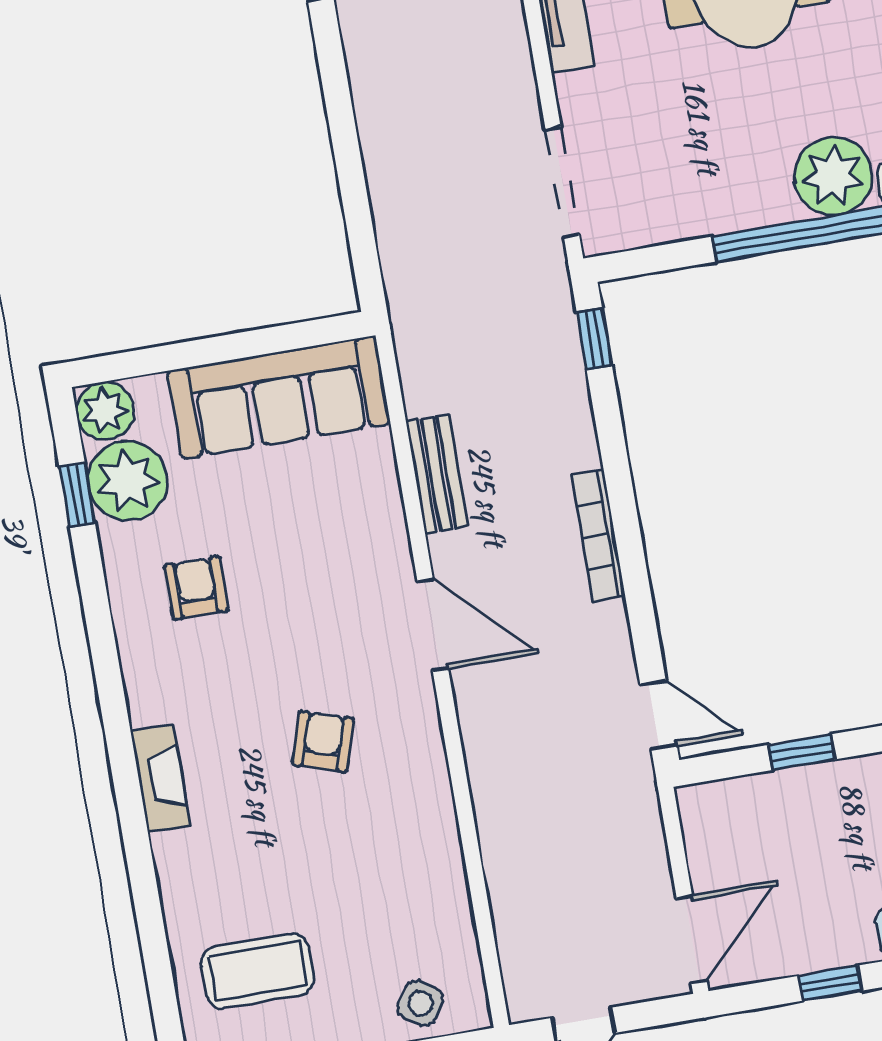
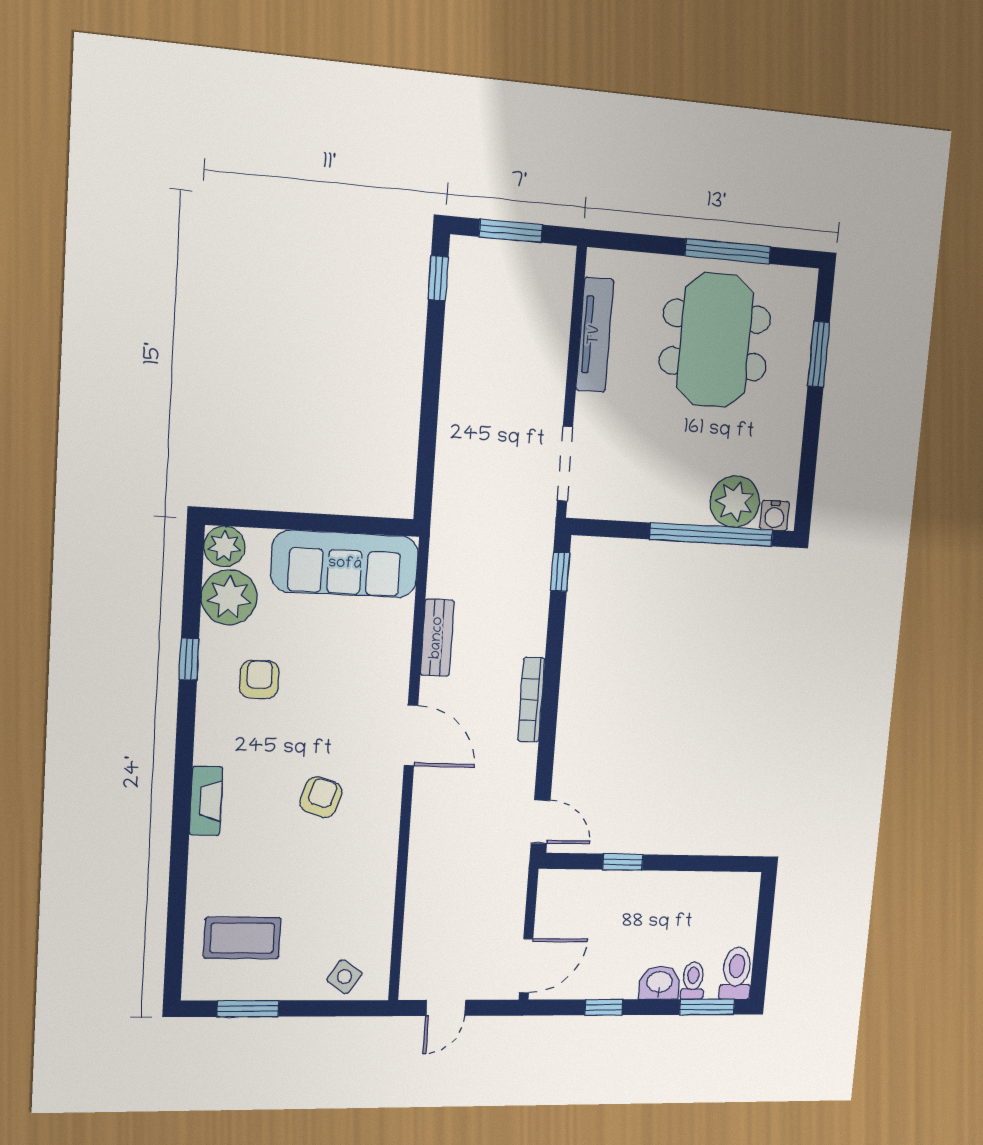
window: (77, 495) -> (189, 659), moved

